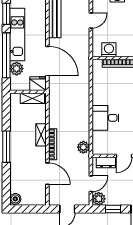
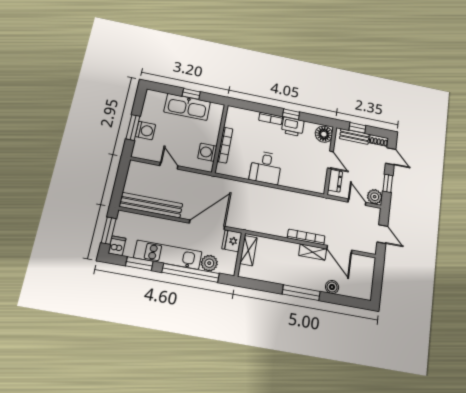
desk: (105, 118) -> (266, 168), moved
shelving: (41, 135) -> (313, 252), moved
plant: (83, 147) -> (314, 202), removed
door: (47, 174) -> (339, 249), swing flipped
boiler: (15, 199) -> (332, 287), moved

